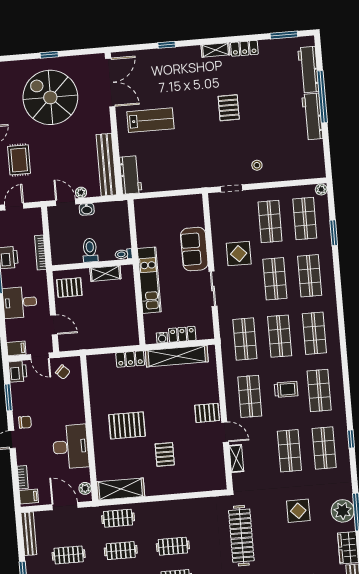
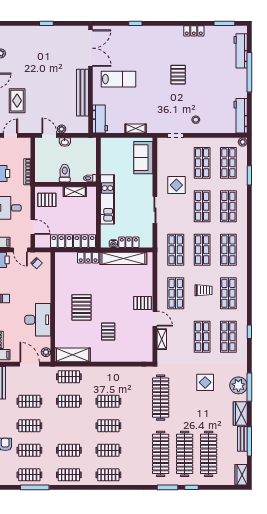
shelving: (215, 50) -> (136, 129), moved
spiral stairs: (50, 97) -> (45, 56), removed
workbench: (312, 116) -> (241, 116), moved
bench: (106, 165) -> (82, 93), moved
sofa: (194, 249) -> (143, 158), moved
locker: (108, 339) -> (73, 241), added
pallet: (127, 425) -> (81, 307), turned 90

